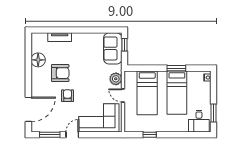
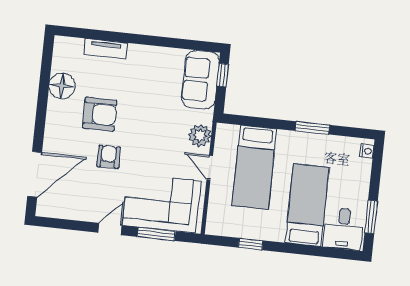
bed: (177, 93) -> (307, 205), moved, turned 180
window: (50, 135) -> (156, 234), moved

